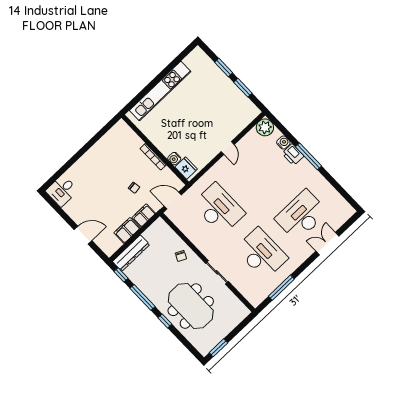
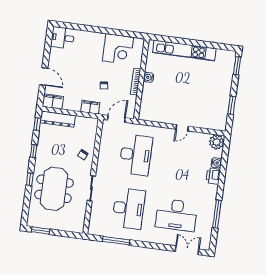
window: (224, 68) -> (237, 66), moved
corner desk: (112, 149) -> (118, 49), added
window: (308, 156) -> (217, 214), moved
water cooler: (174, 159) -> (148, 77), moved
fridge: (186, 168) -> (146, 110), removed
door: (173, 200) -> (116, 119), hinge flipped
desk: (301, 215) -> (176, 215), turned 180
filing cabinet: (127, 230) -> (53, 102), moved
double door: (327, 244) -> (187, 250), moved
window: (142, 297) -> (34, 151), width x0.46

